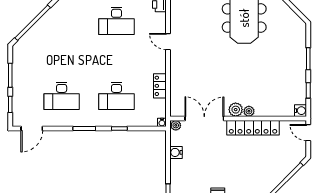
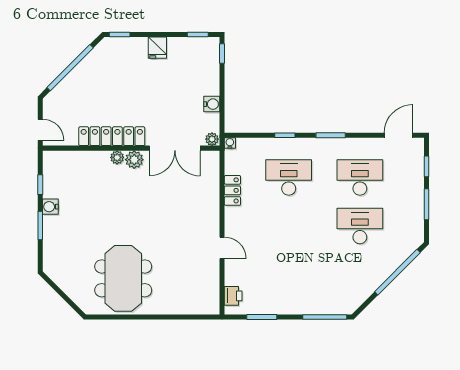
desk: (117, 21) -> (360, 226), moved
water cooler: (300, 111) -> (50, 207), moved

